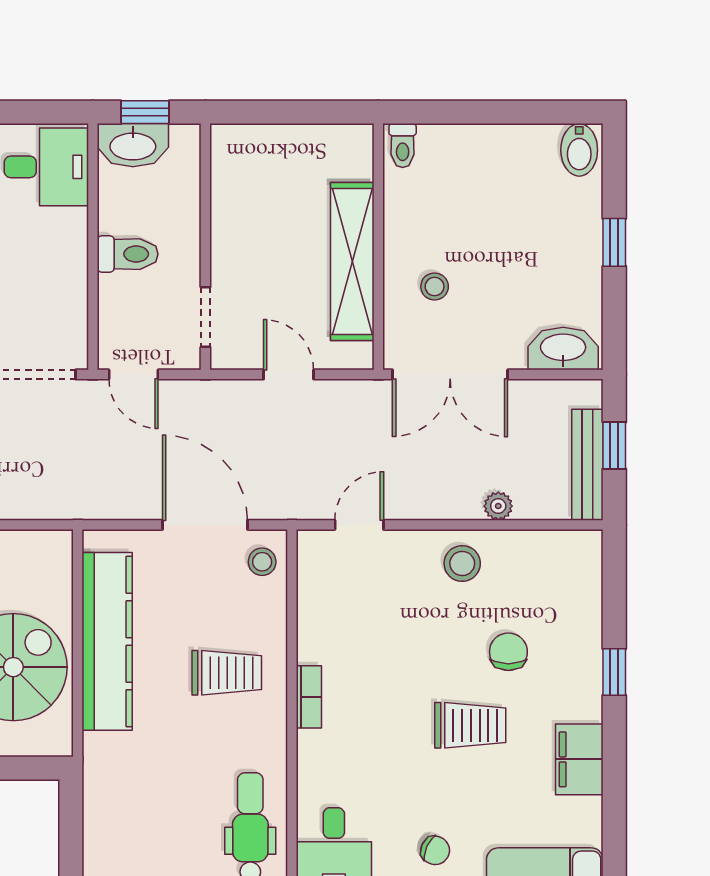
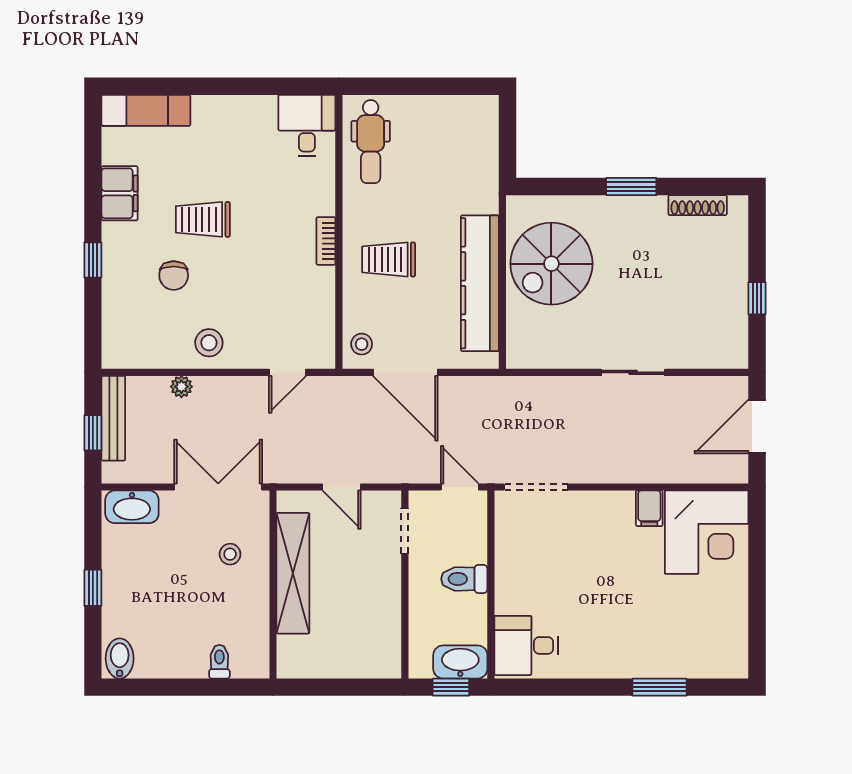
toilet: (403, 146) -> (219, 662), moved
chair: (435, 850) -> (230, 124), removed

